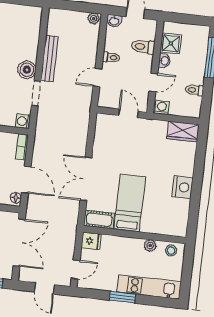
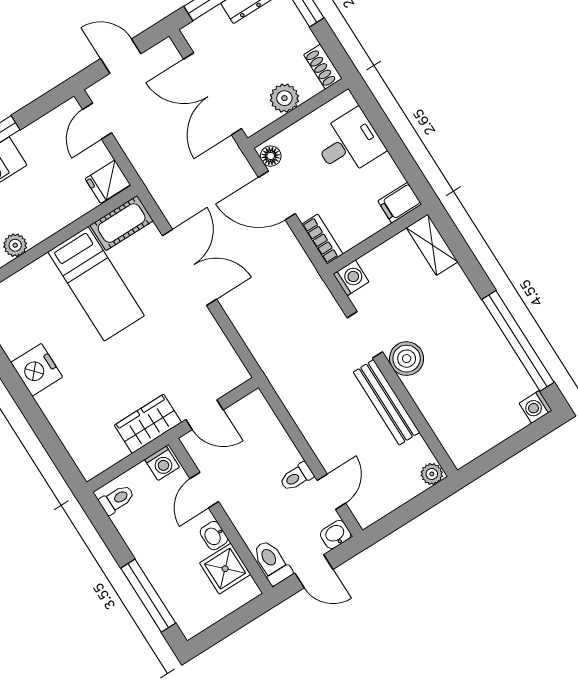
plant: (94, 18) -> (432, 474), moved
toilet: (143, 47) -> (272, 562), moved, turned -90
door: (97, 77) -> (331, 492), moved
toilet: (194, 90) -> (117, 499), moved
wardrobe: (183, 132) -> (148, 424), moved

